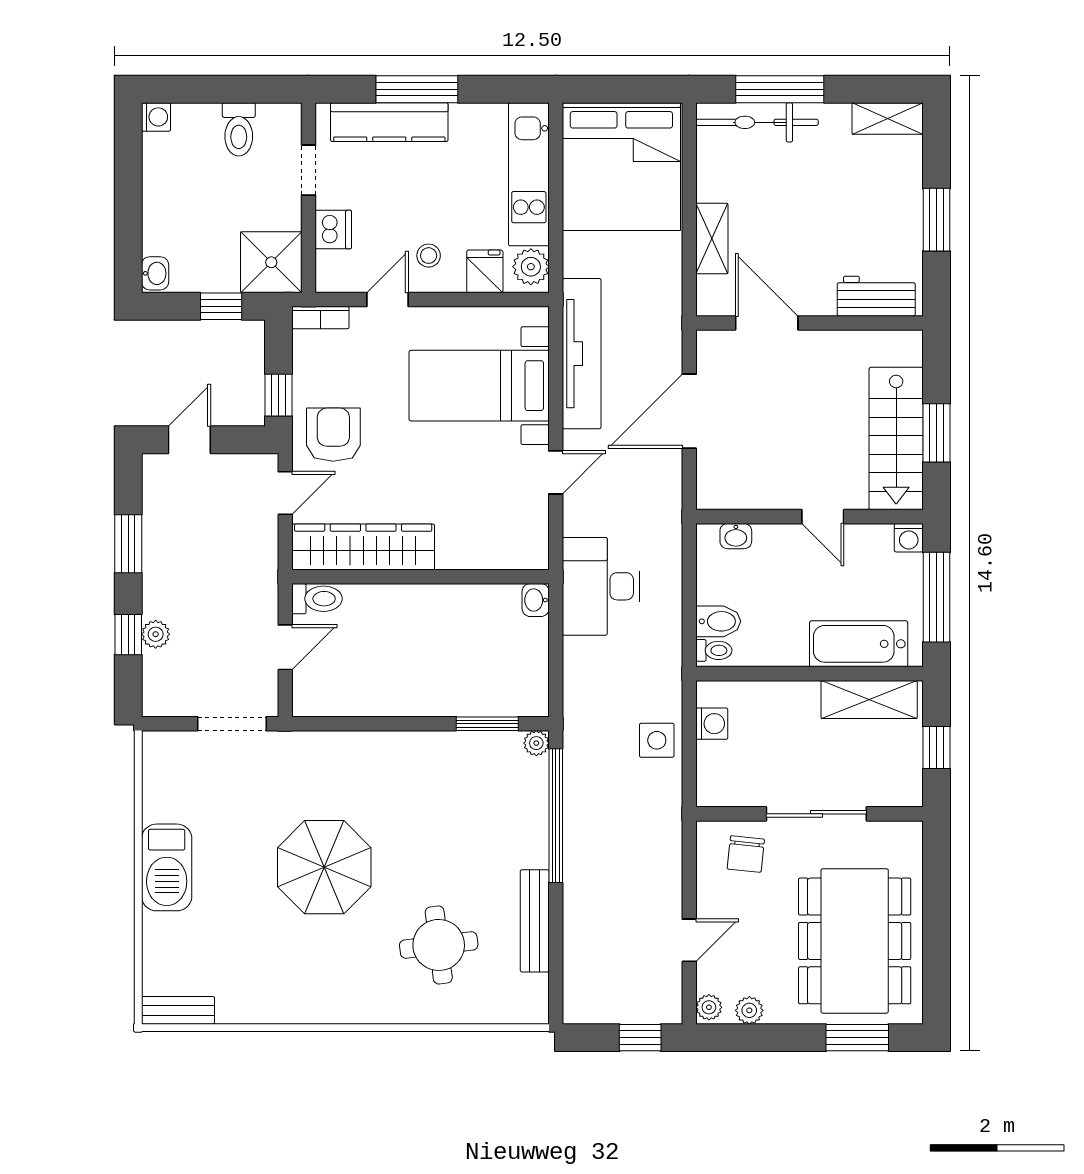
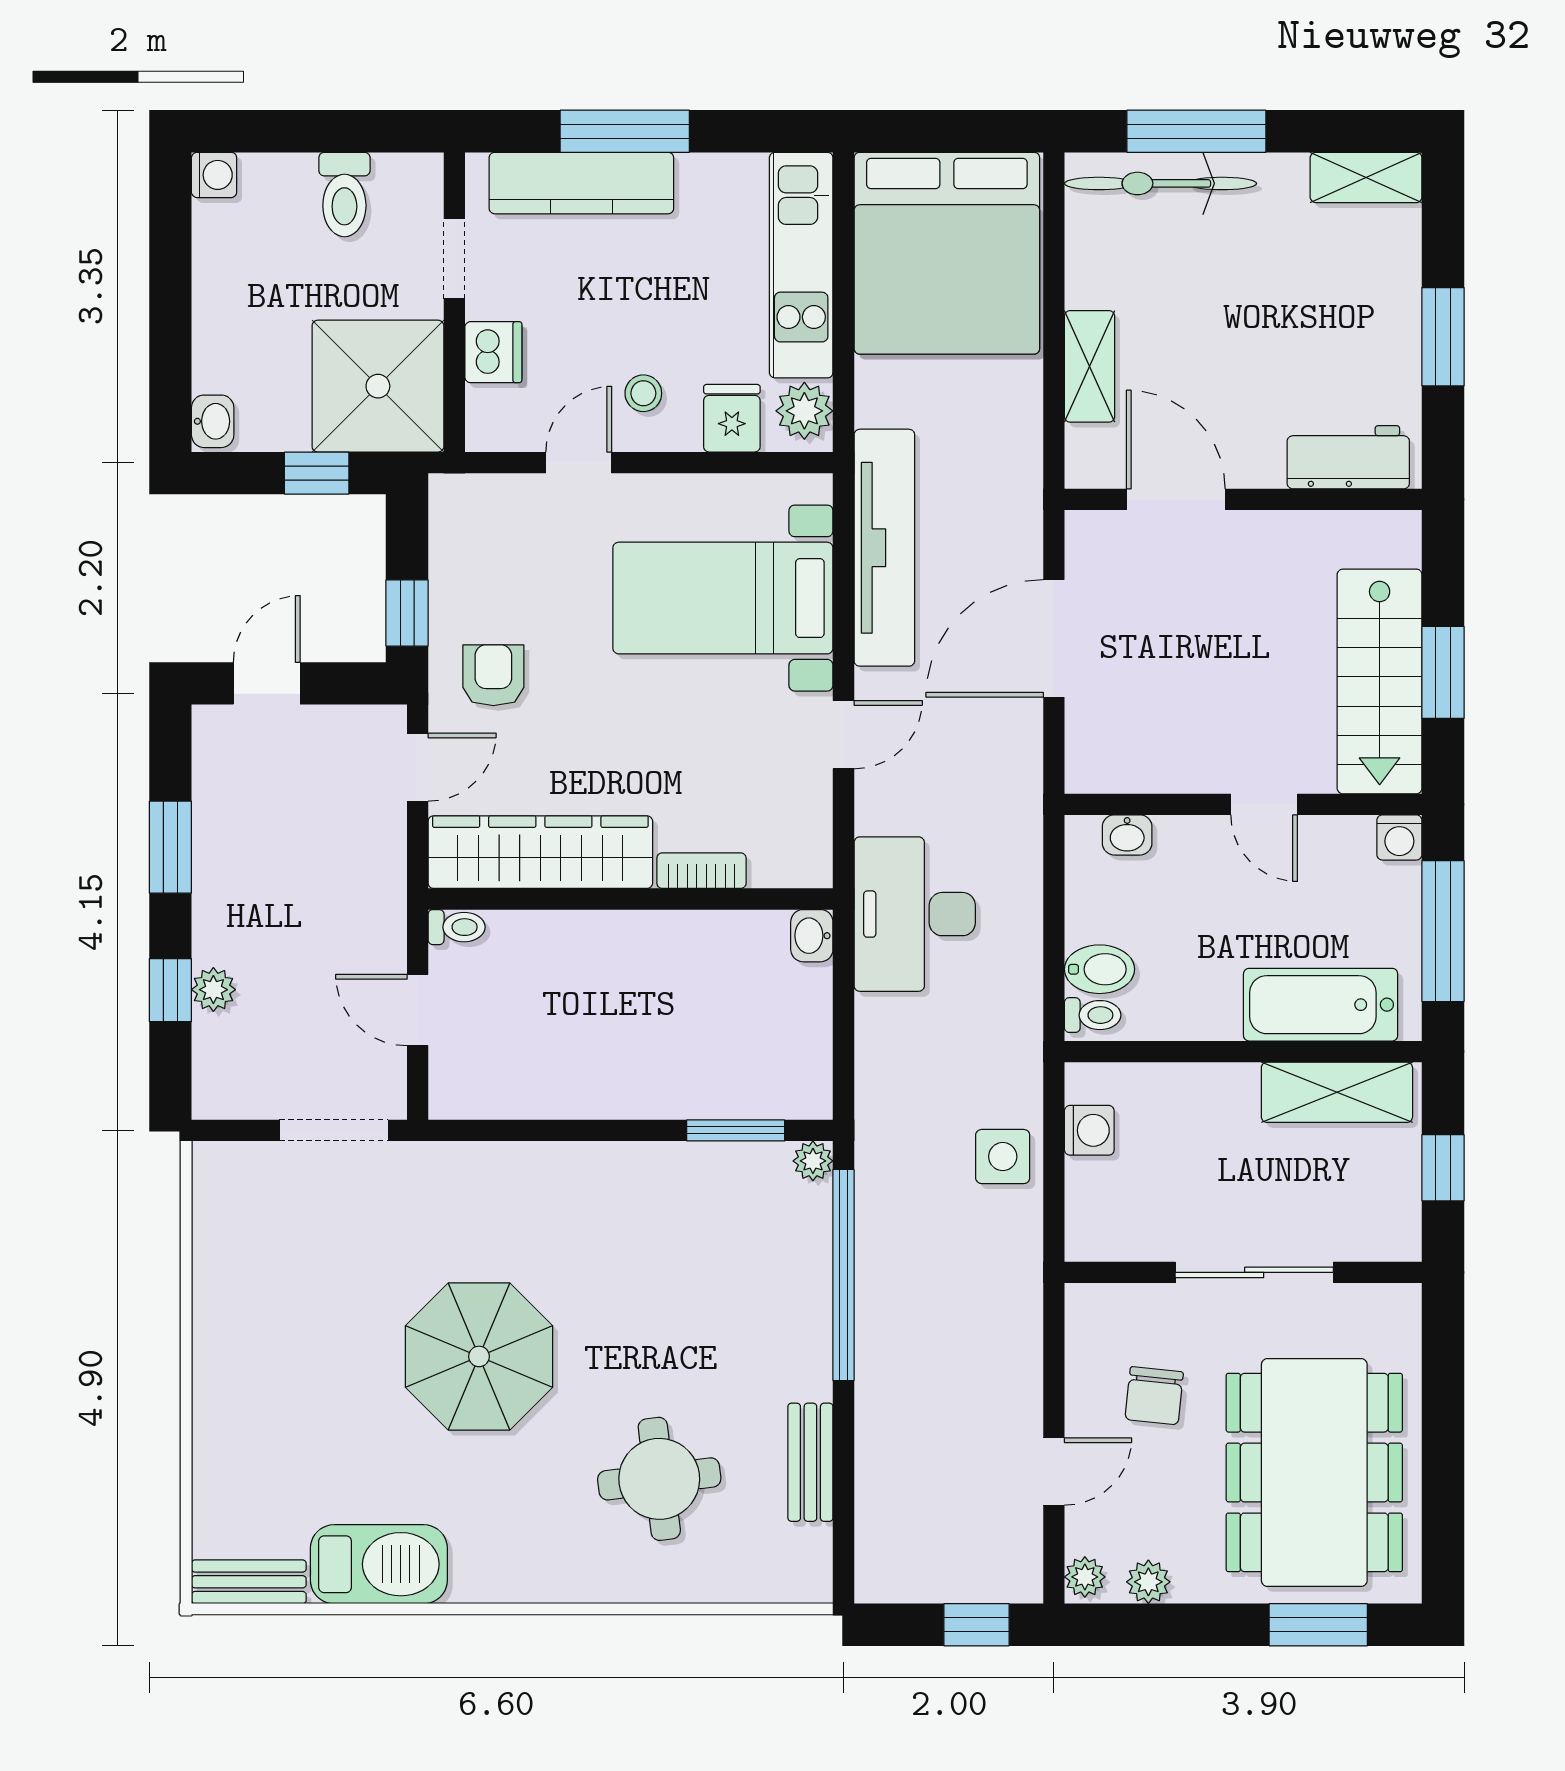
shower: (271, 262) -> (378, 386), width x1.37, depth x1.37
bookcase: (320, 318) -> (701, 871), moved, turned 180
armchair: (333, 435) -> (493, 675), width x0.72, depth x0.72
toilet: (317, 599) -> (457, 927), width x0.73, depth x0.72
door: (285, 647) -> (418, 1010), swing flipped
chair: (746, 854) -> (1154, 1396), moved
barbecue: (167, 867) -> (379, 1564), moved, turned -90
bench: (535, 921) -> (810, 1462), width x0.73

